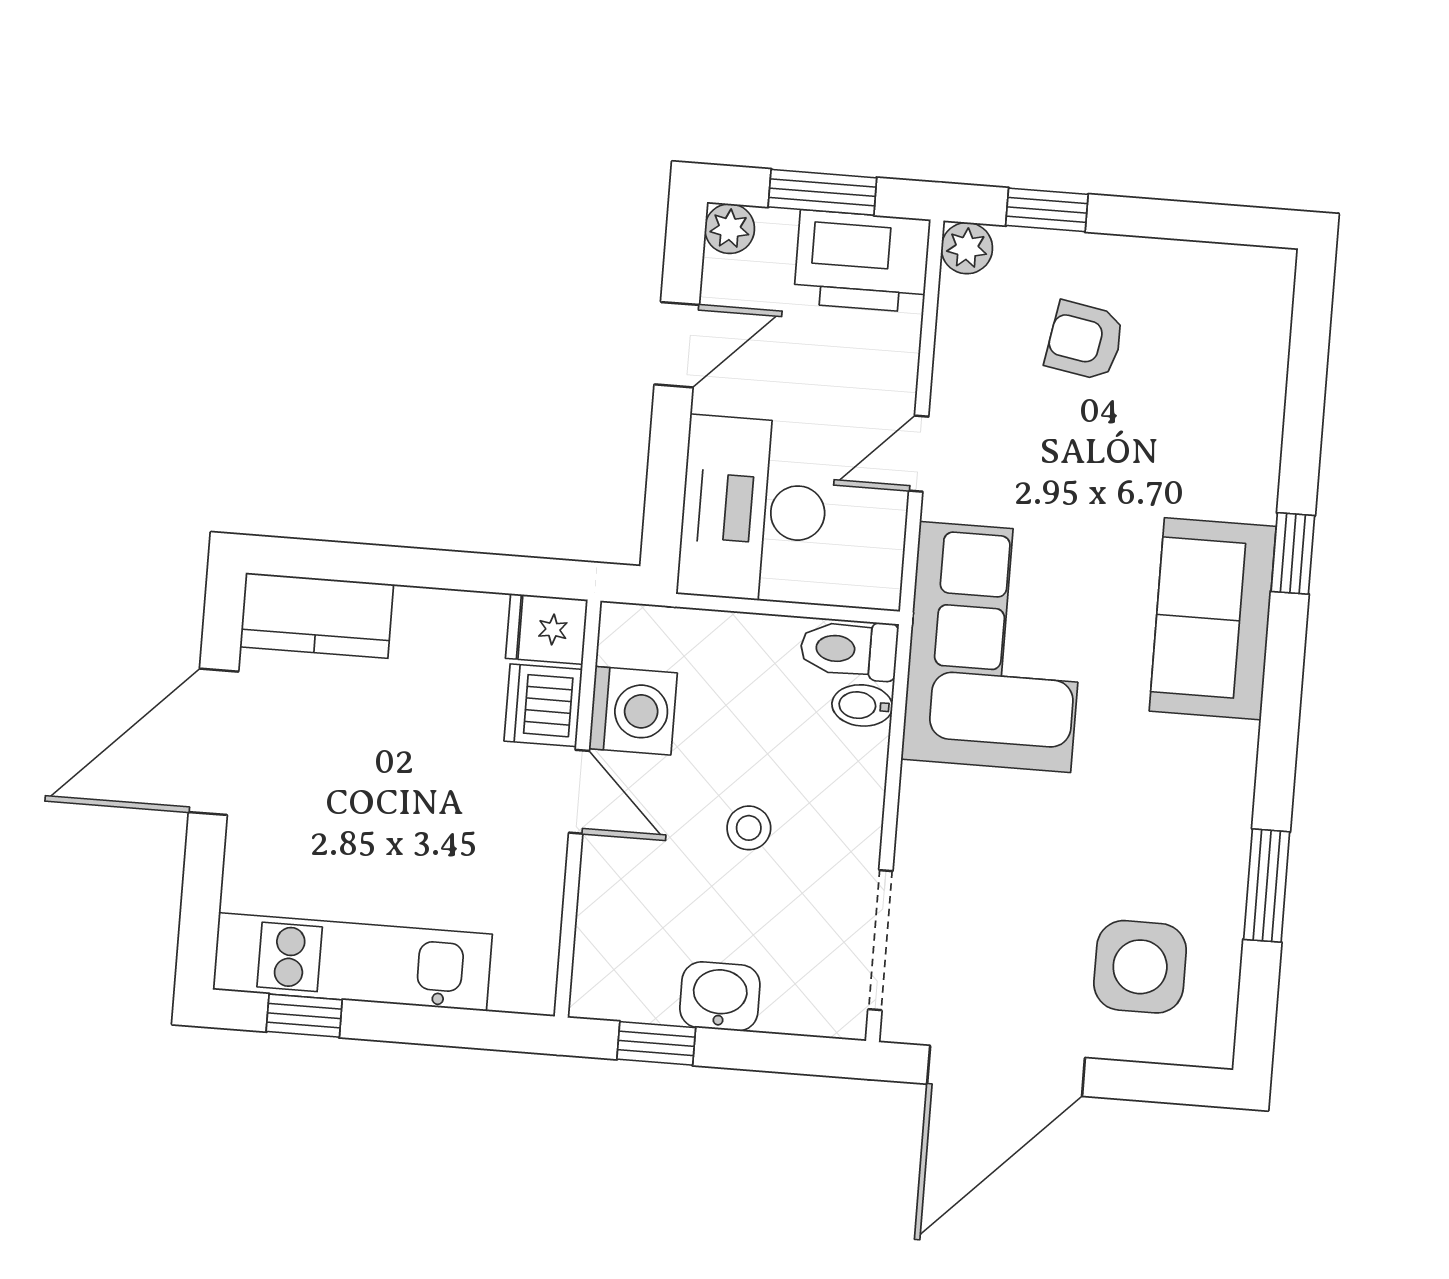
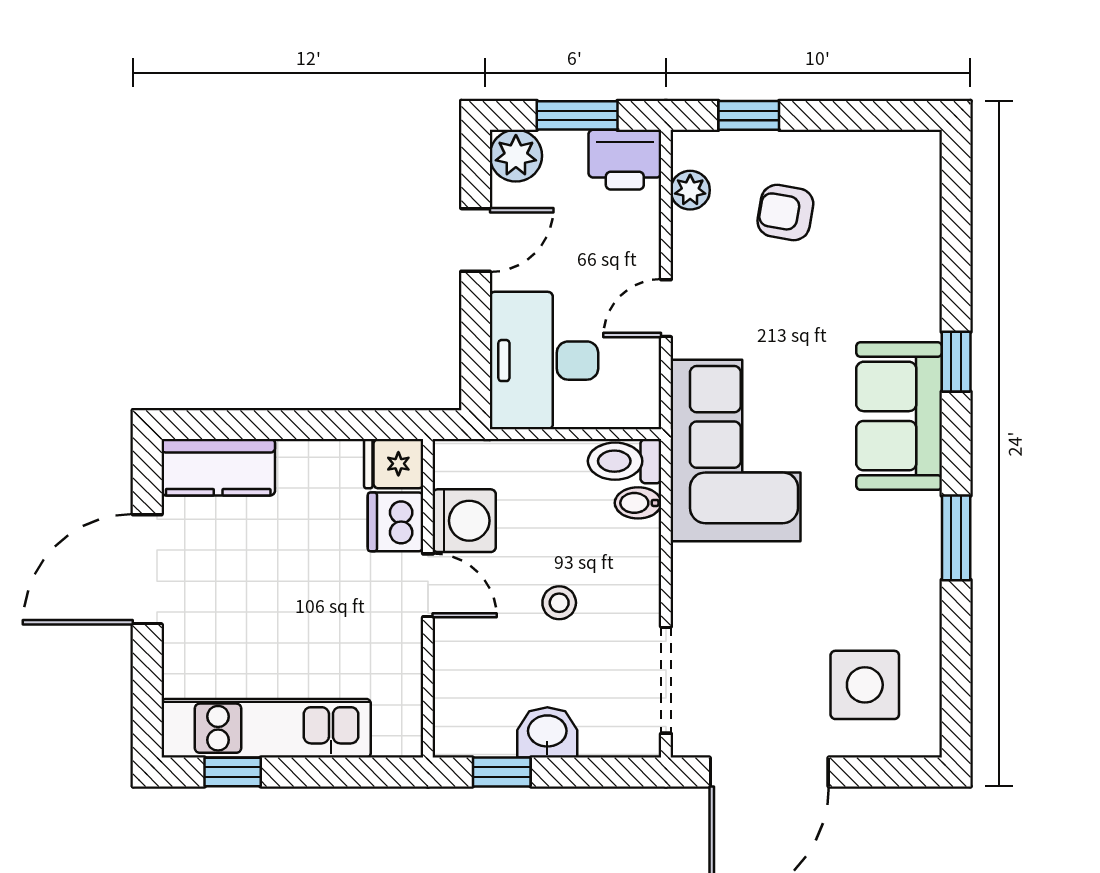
plant: (730, 229) -> (516, 156), width x1.38, depth x1.38
plant: (967, 248) -> (690, 190), moved
printer: (862, 261) -> (625, 160), width x0.73, depth x0.84
window: (1267, 886) -> (956, 538), moved

